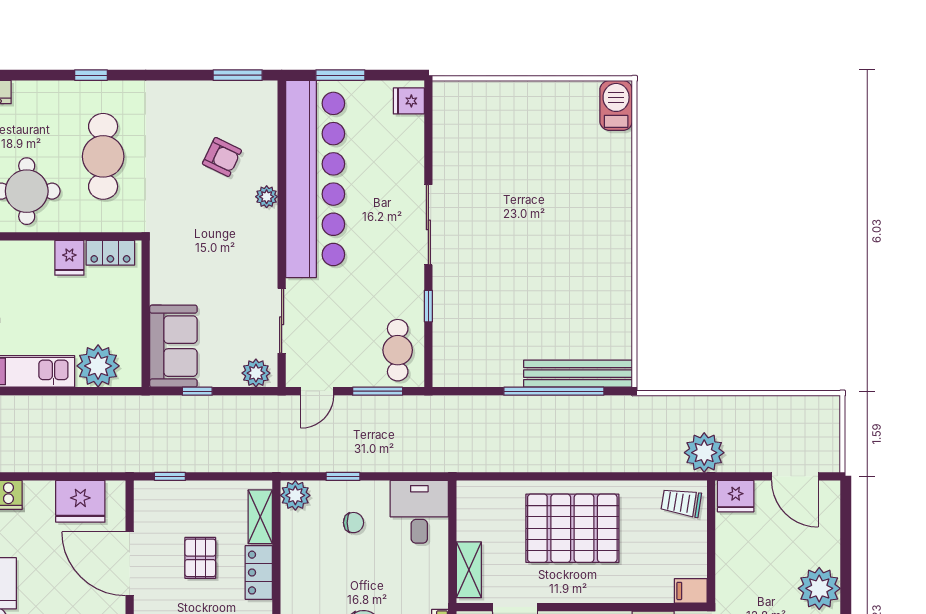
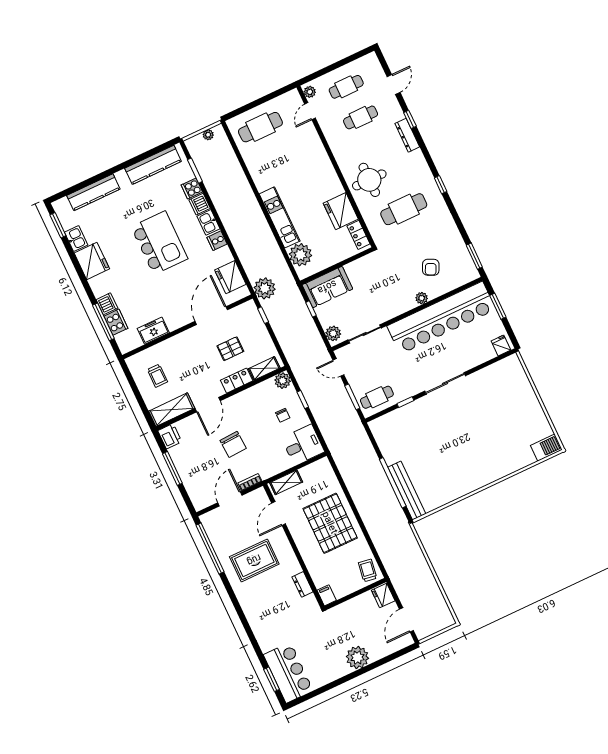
fridge: (69, 258) -> (341, 211), width x1.88, depth x1.34
plant: (704, 453) -> (265, 288), moved

